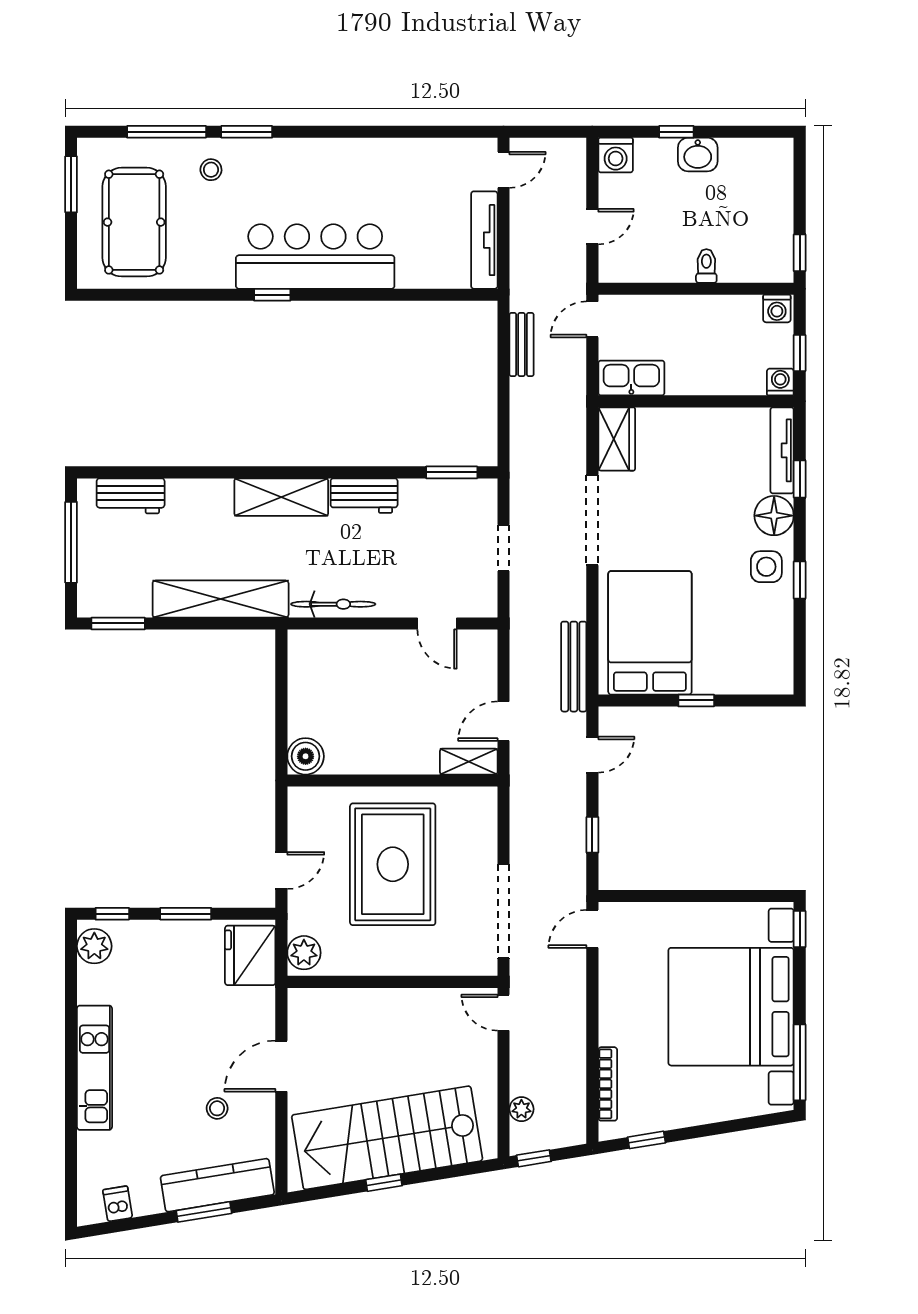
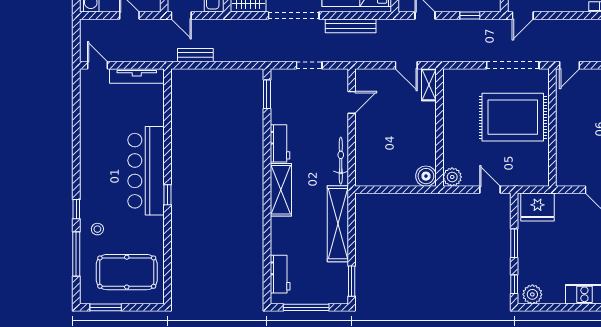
window: (247, 132) -> (76, 209), width x0.67
bench: (574, 667) -> (351, 26), moved
rug: (393, 864) -> (513, 117), moved
door: (592, 929) -> (523, 15), hinge flipped
plant: (304, 953) -> (452, 177), moved

